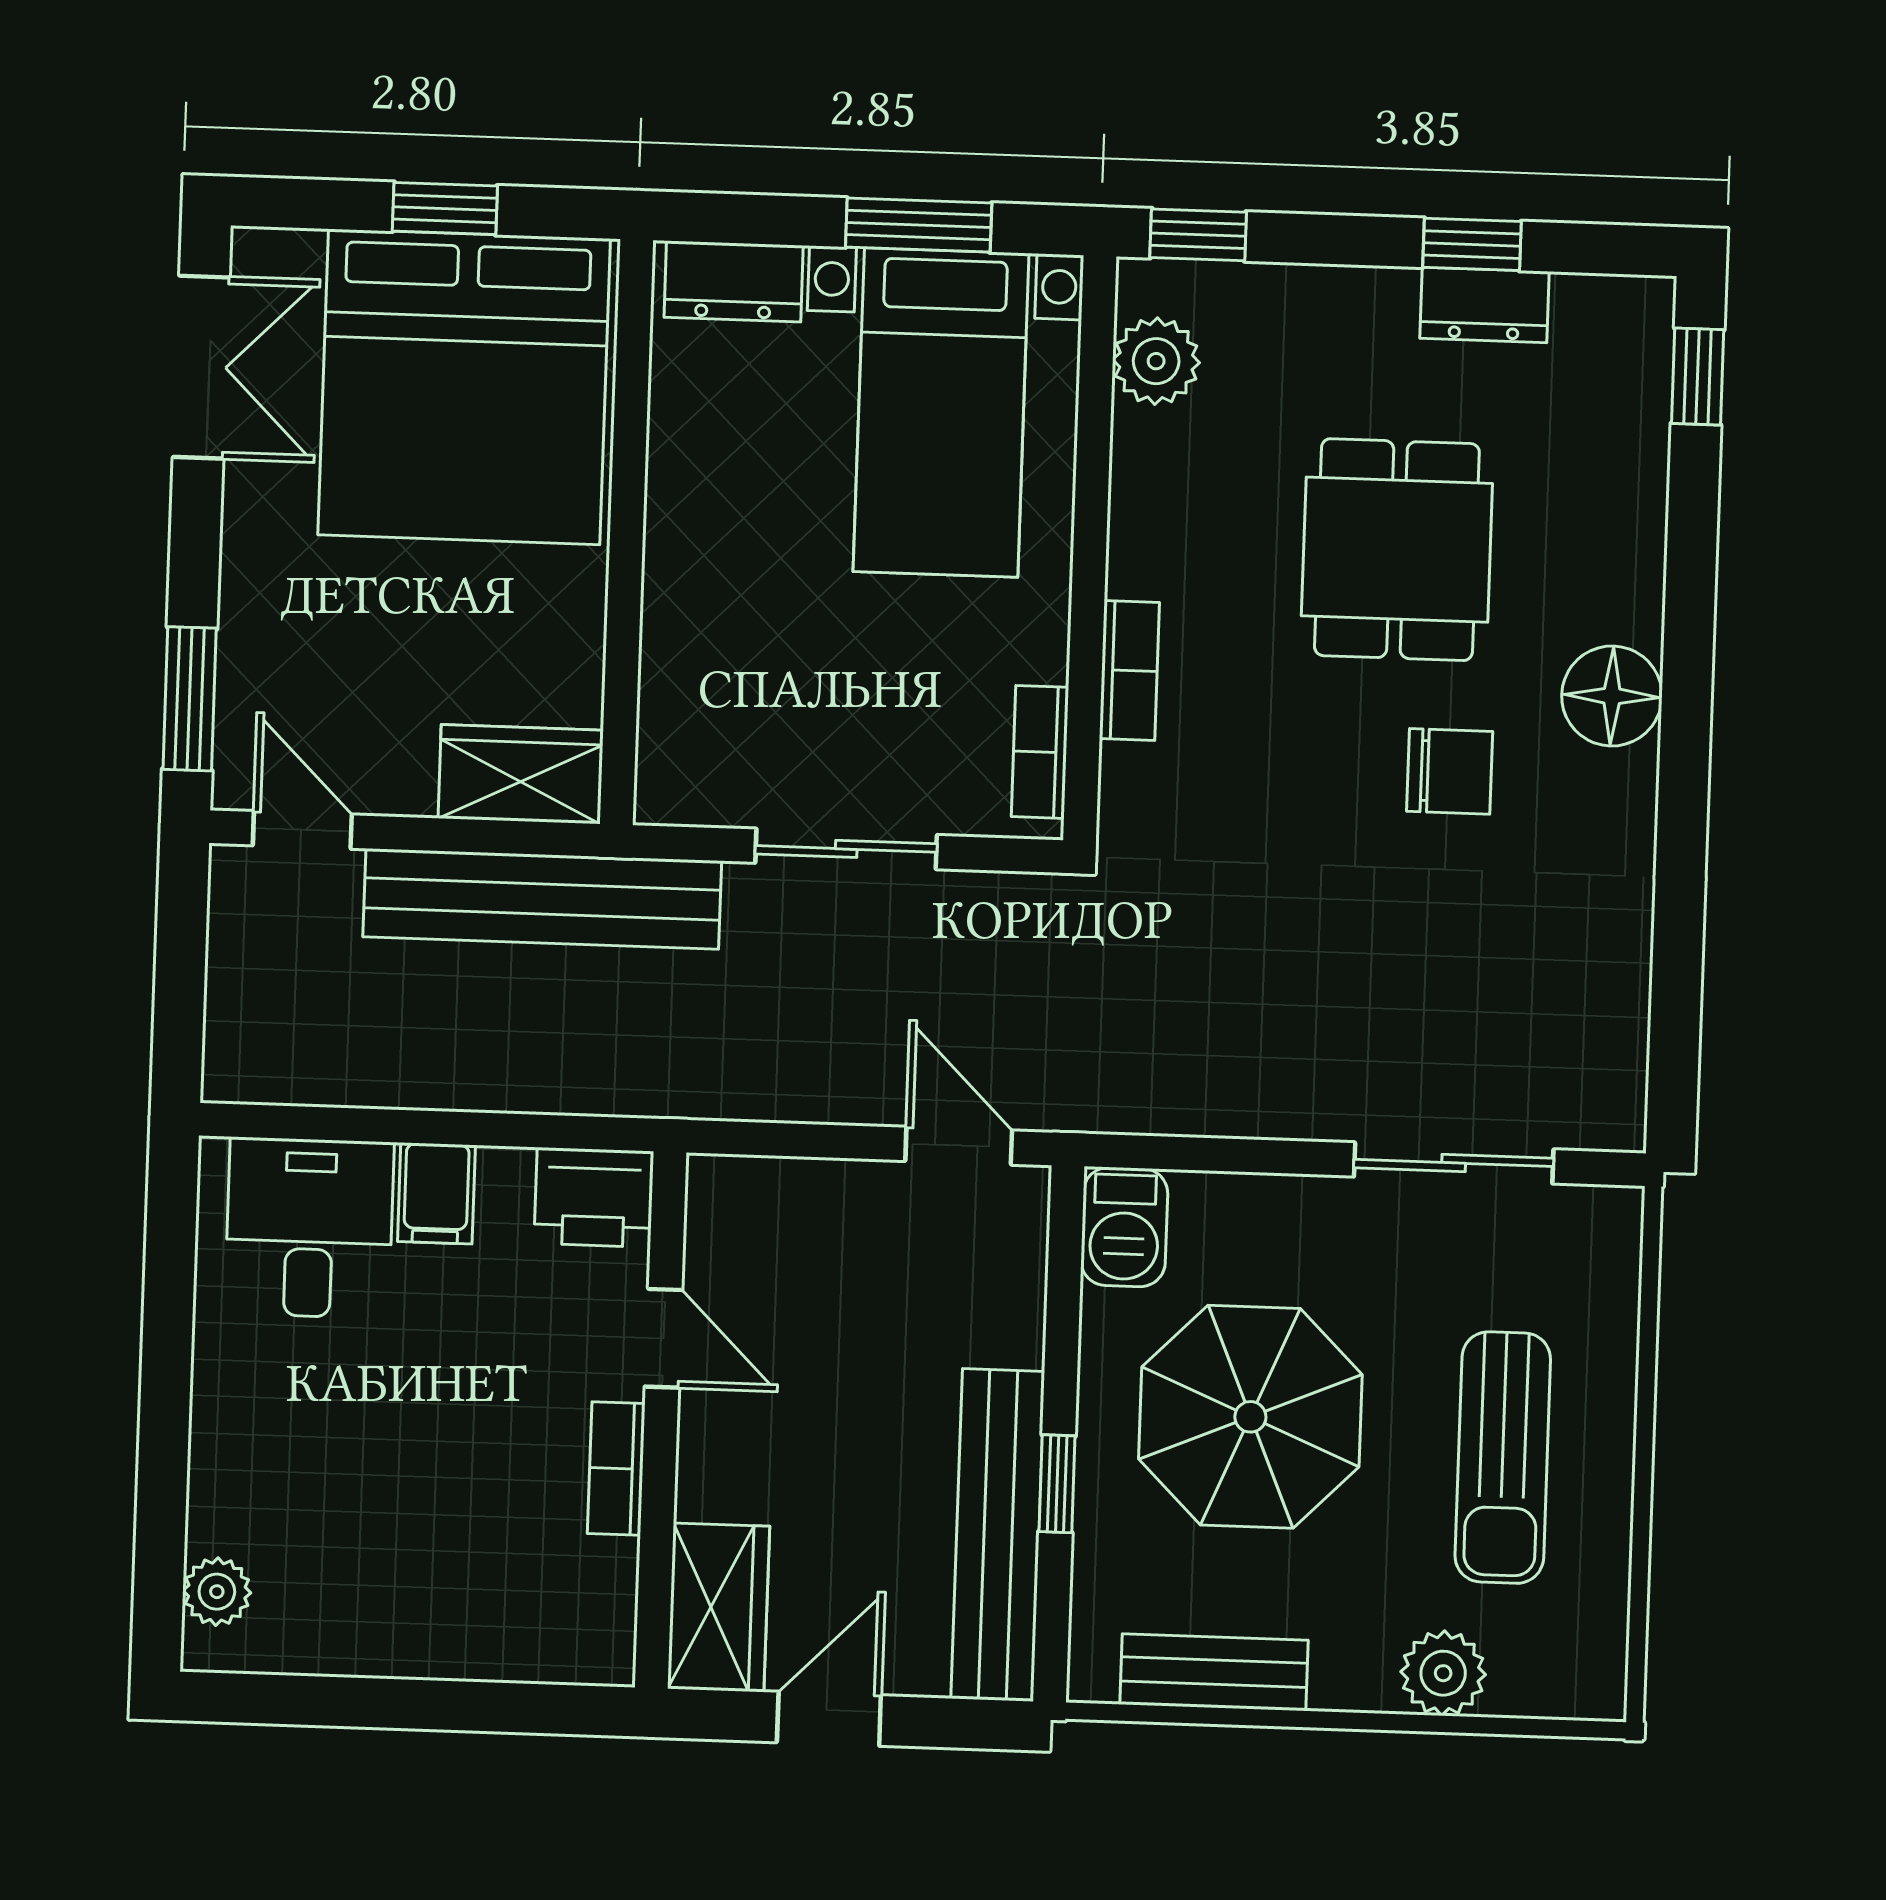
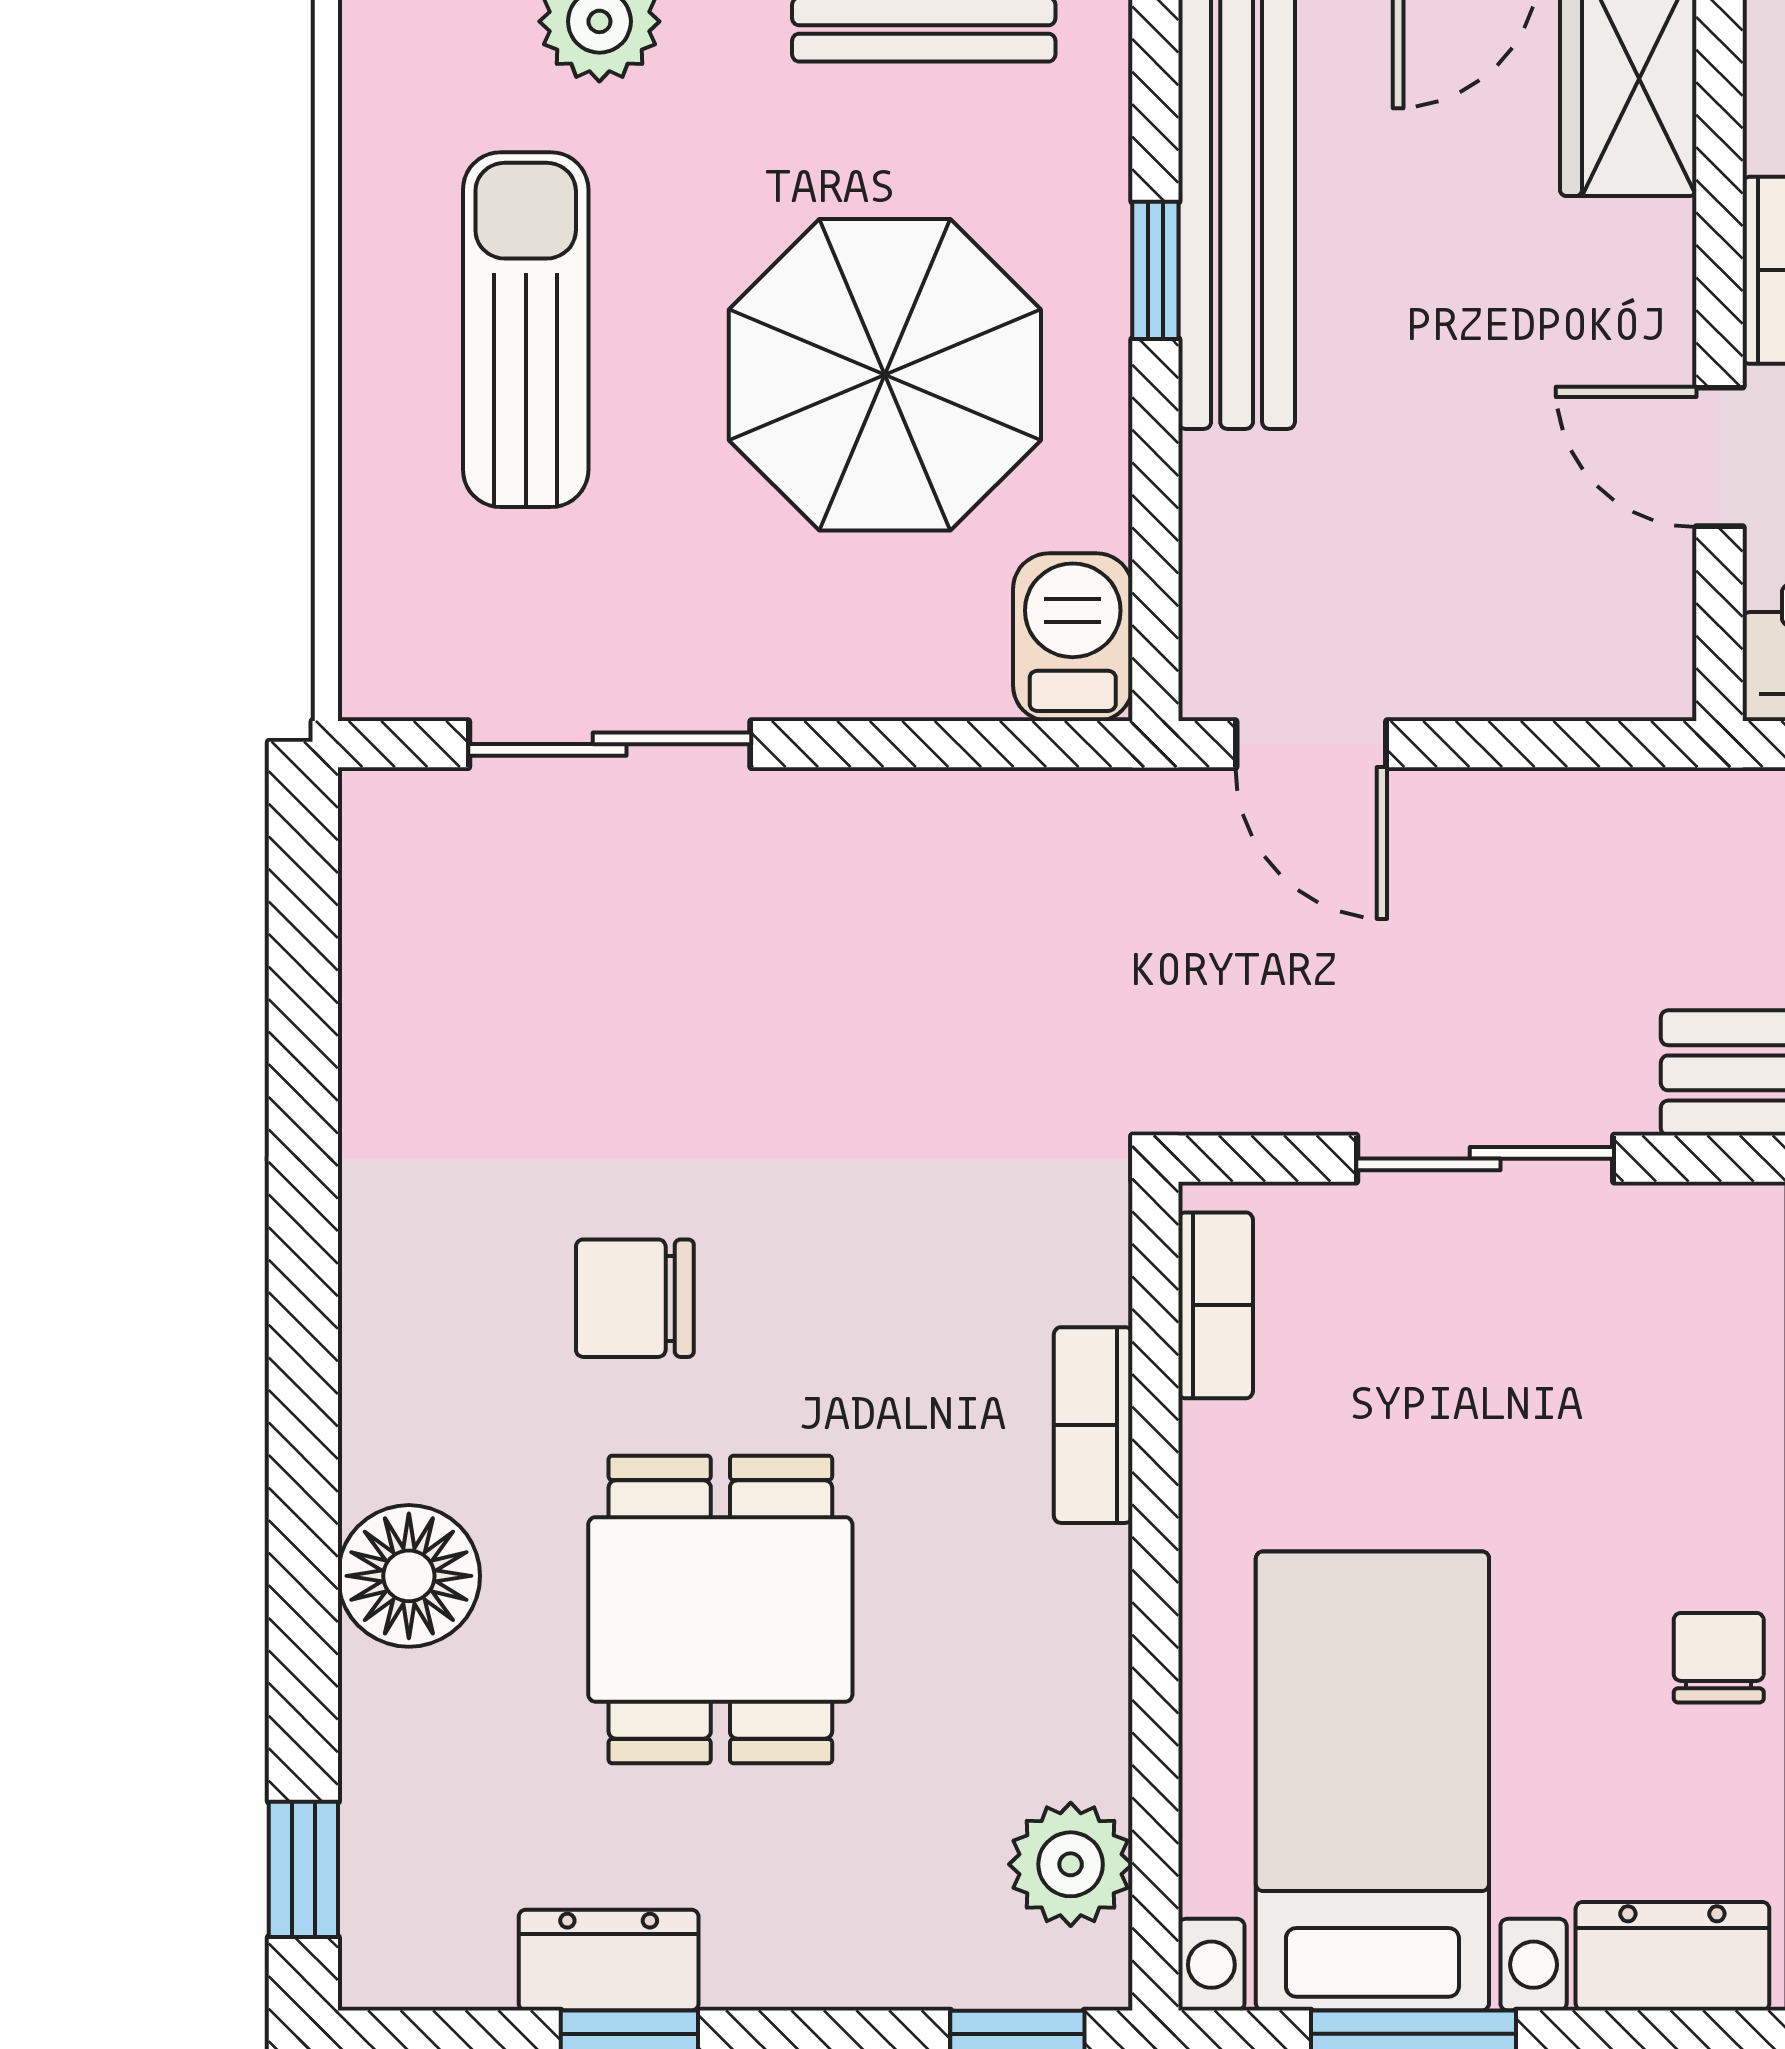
chair: (694, 491) -> (1719, 1658), added
floor lamp: (1612, 696) -> (409, 1576), moved

